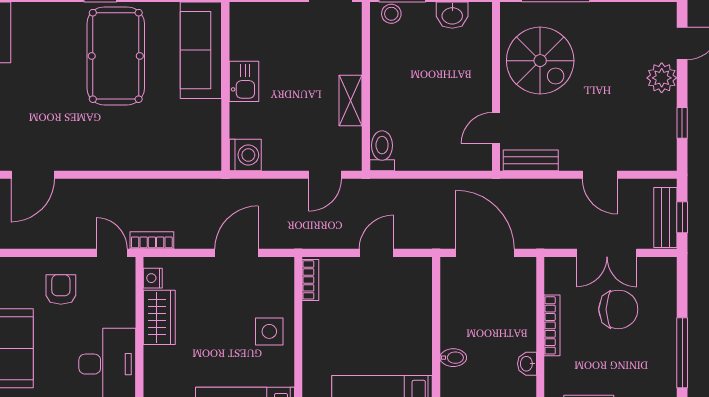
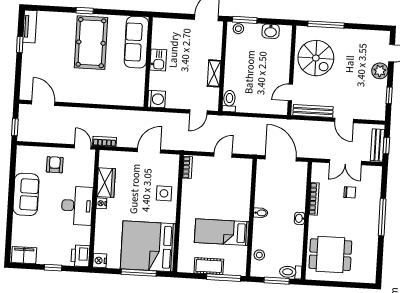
bench: (531, 160) -> (313, 111), width x1.36
door: (33, 175) -> (43, 103), swing flipped
nightstand: (153, 278) -> (101, 203), moved
chair: (618, 309) -> (350, 192), width x0.54, depth x0.54

